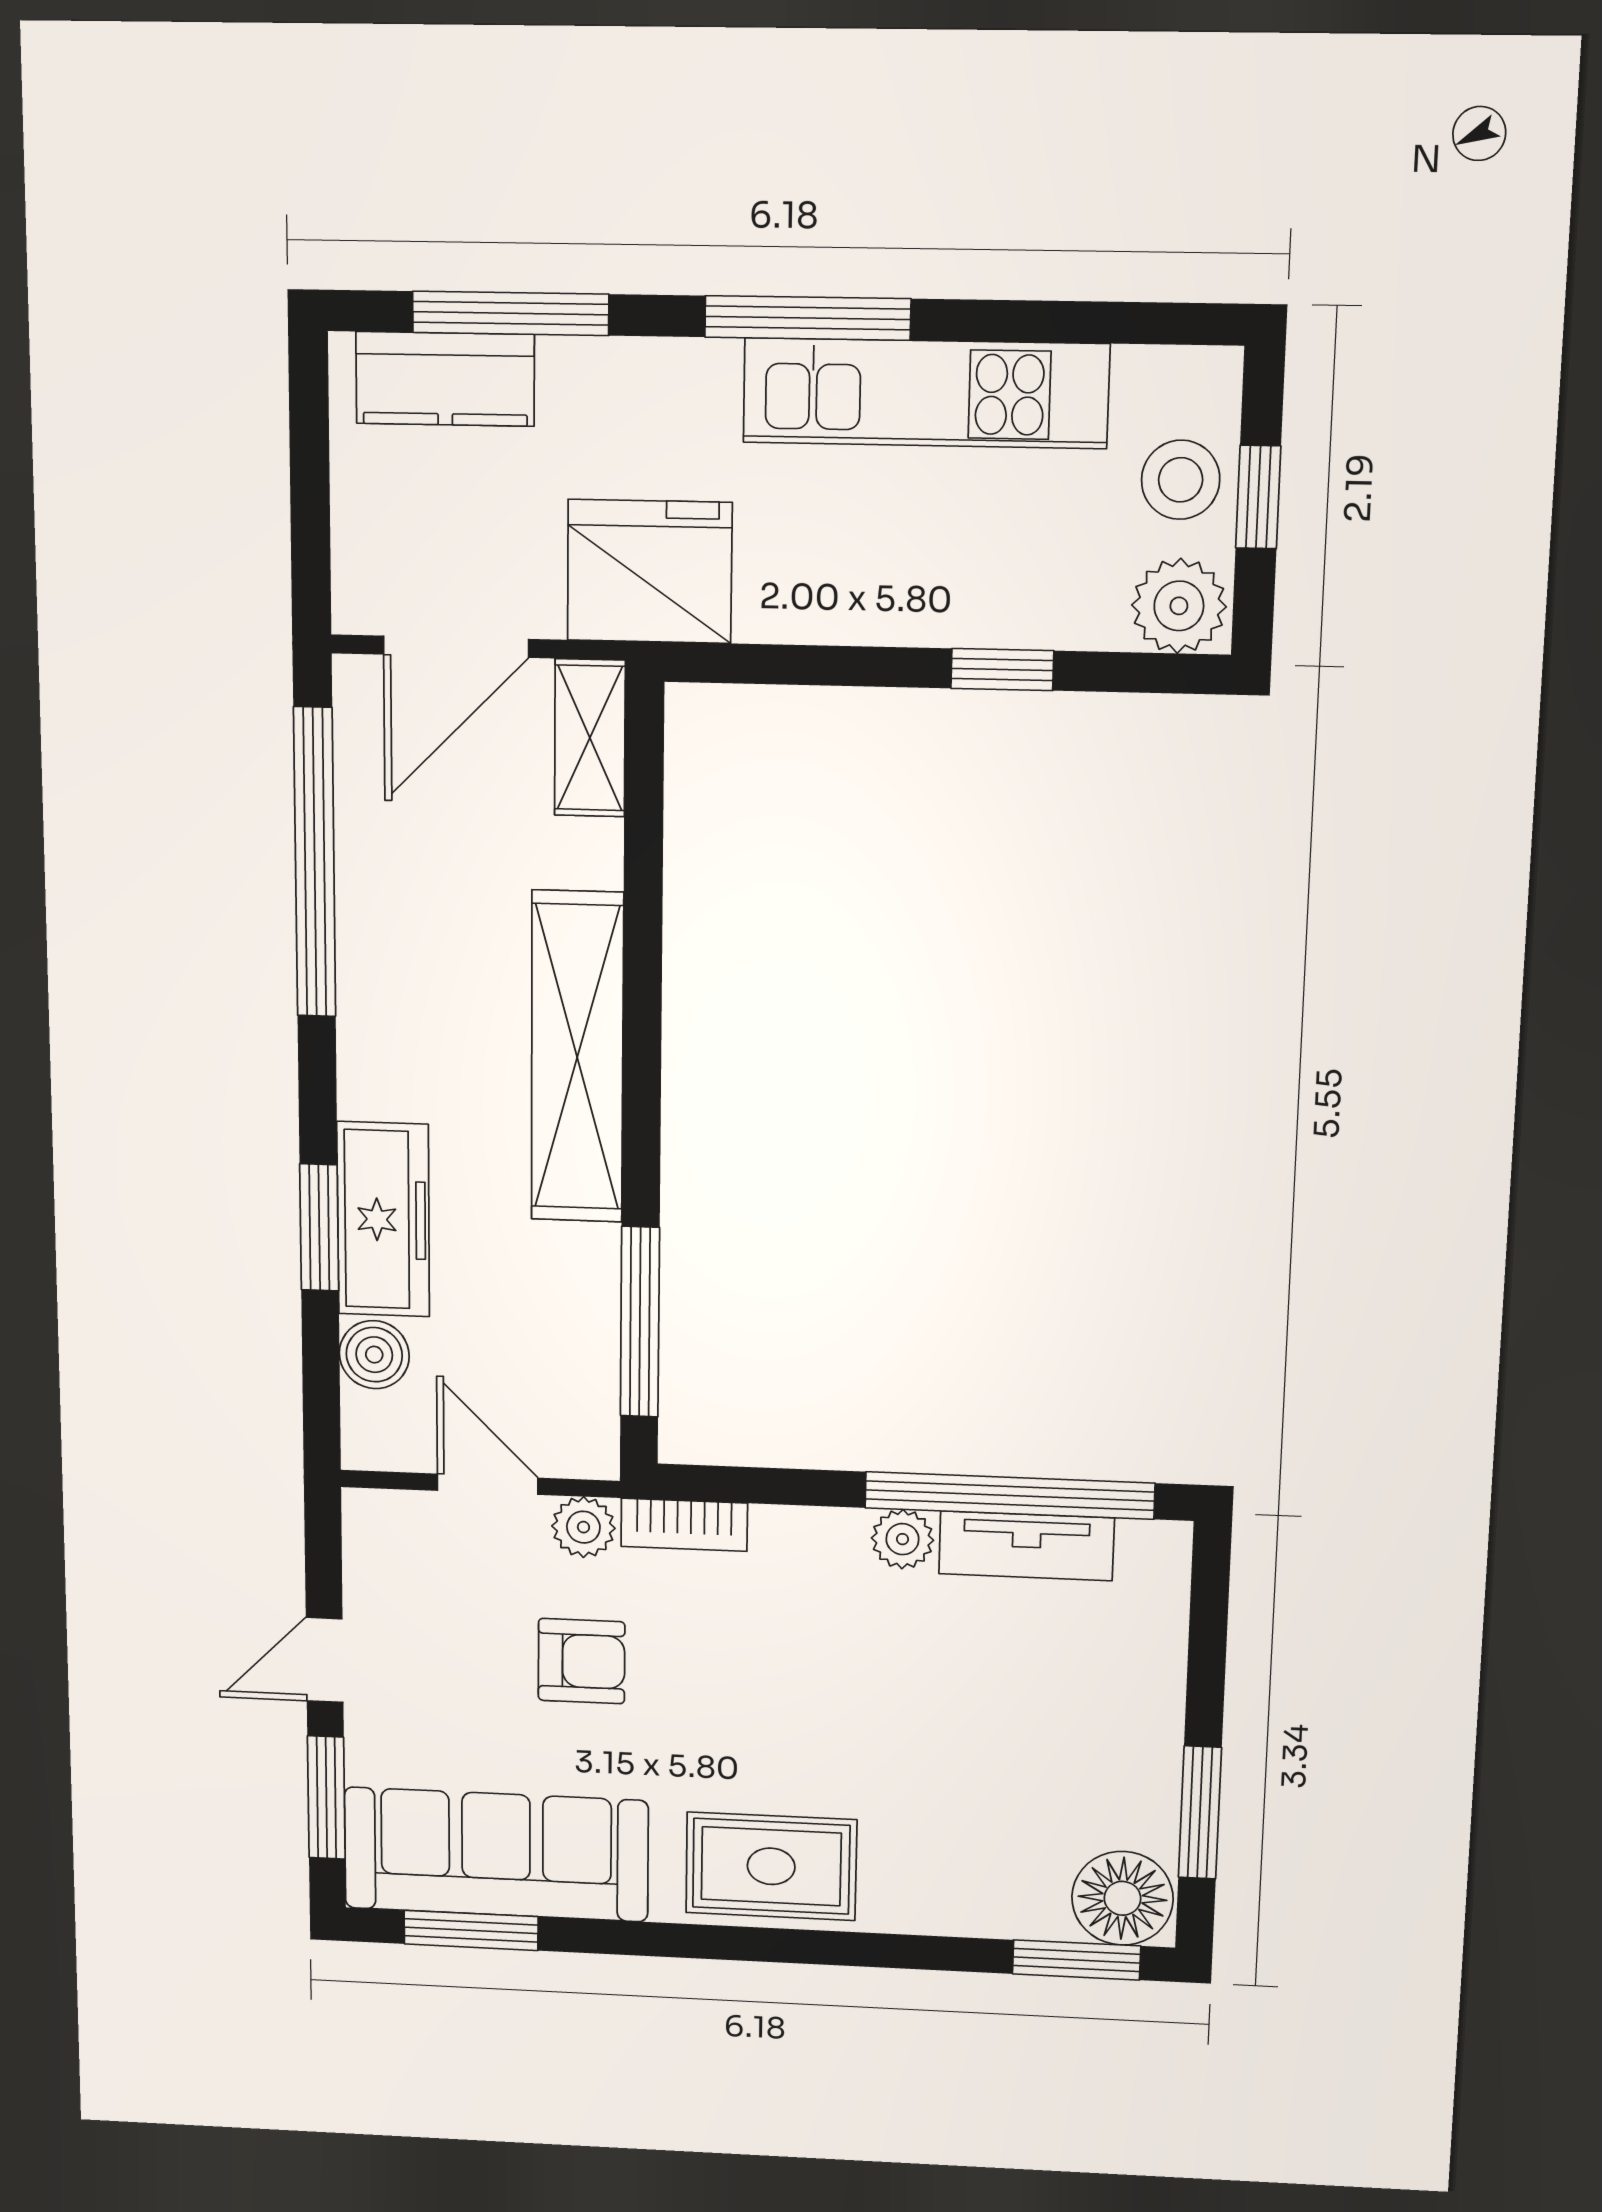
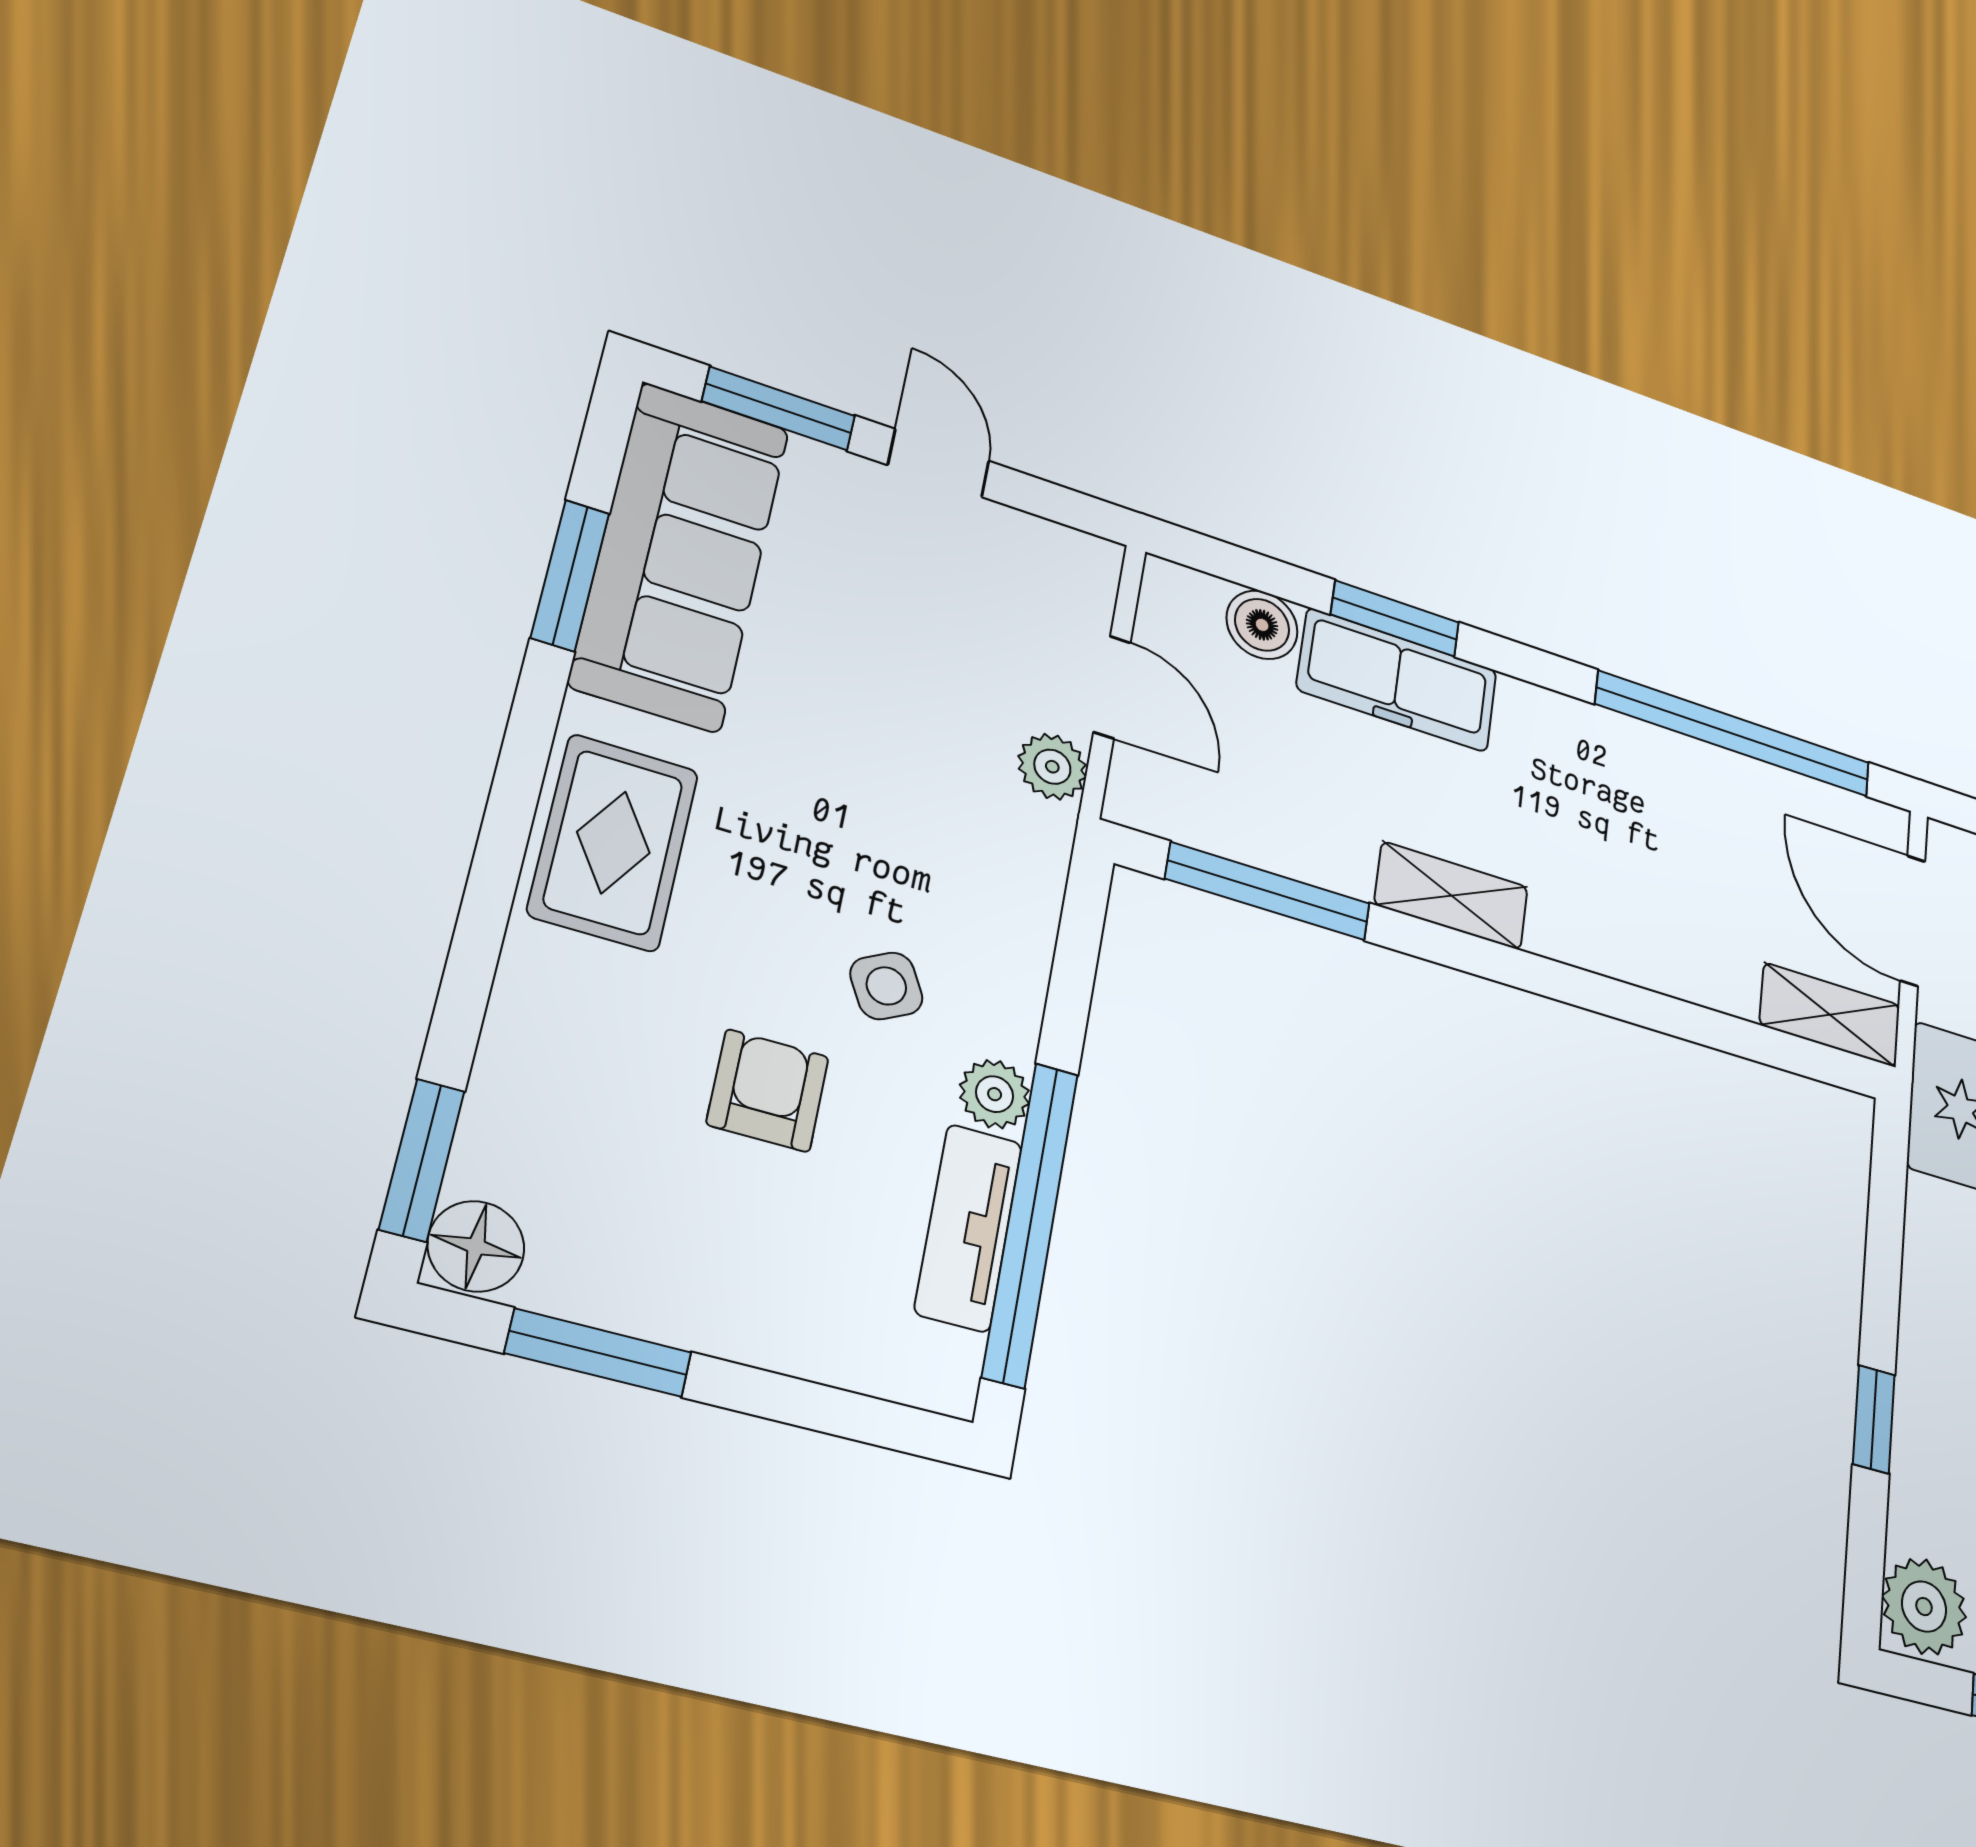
shelving: (577, 1057) -> (1451, 896), width x0.45, depth x0.75
door: (488, 1484) -> (1112, 687), hinge flipped
bookcase: (684, 1525) -> (1041, 869), removed
side table: (831, 1639) -> (886, 986), added
armchair: (582, 1661) -> (768, 1091), moved, turned 180
floor lamp: (1122, 1898) -> (476, 1246), width x0.73, depth x0.73
window: (471, 1930) -> (570, 575), moved

